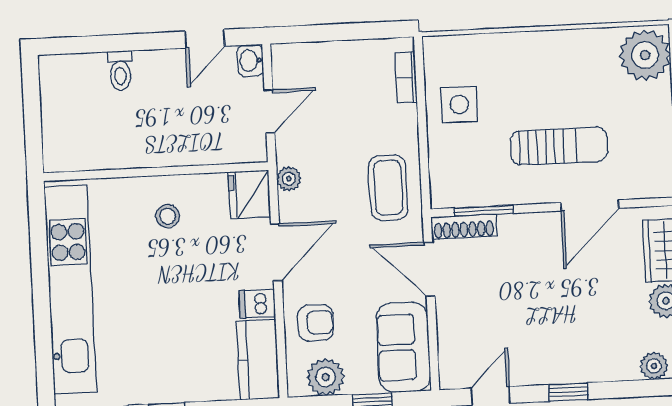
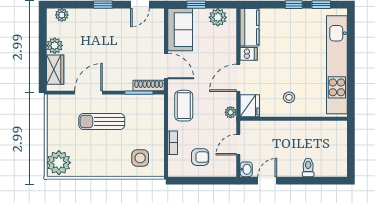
bookcase: (406, 77) -> (173, 143), moved
side table: (459, 105) -> (140, 158), moved
armchair: (316, 323) -> (200, 157), moved, turned 180

